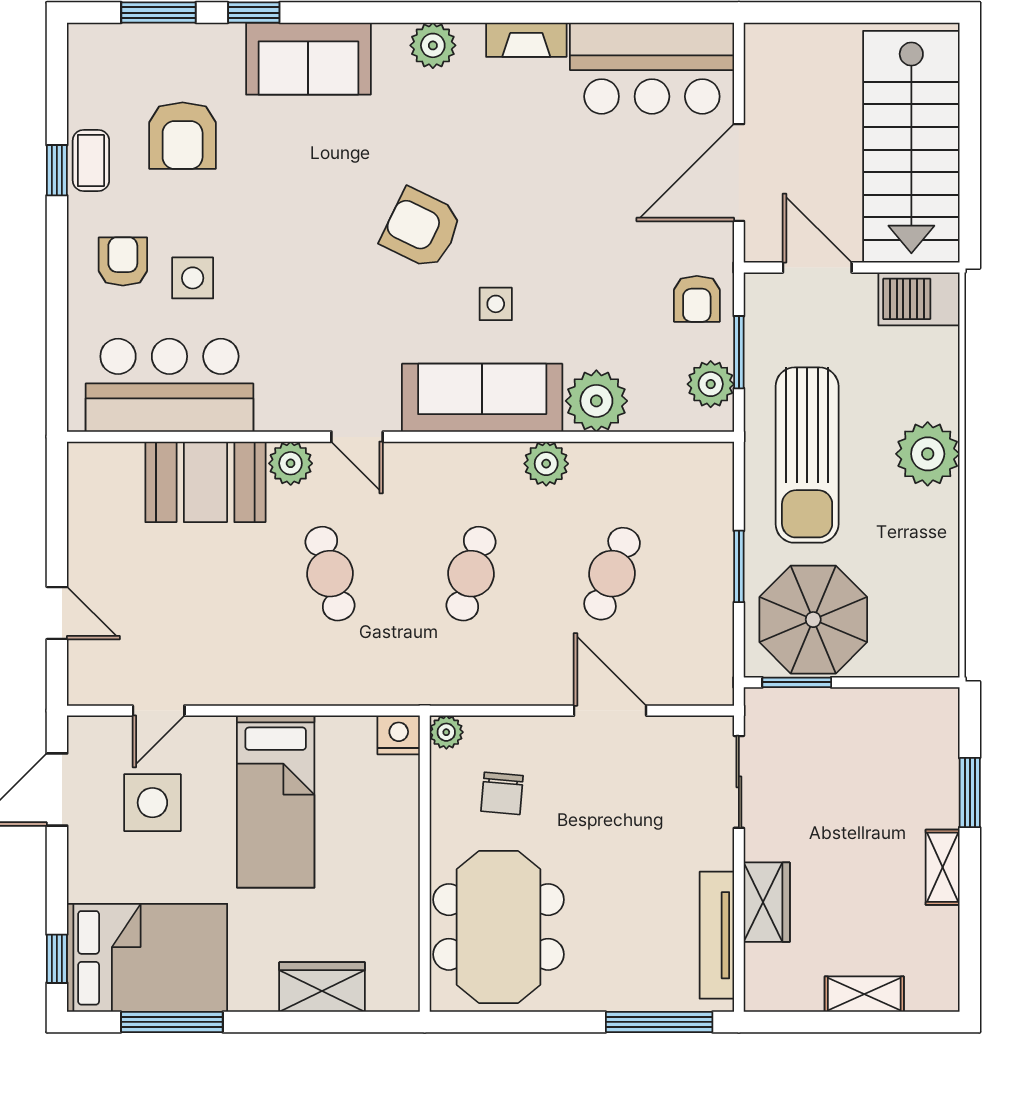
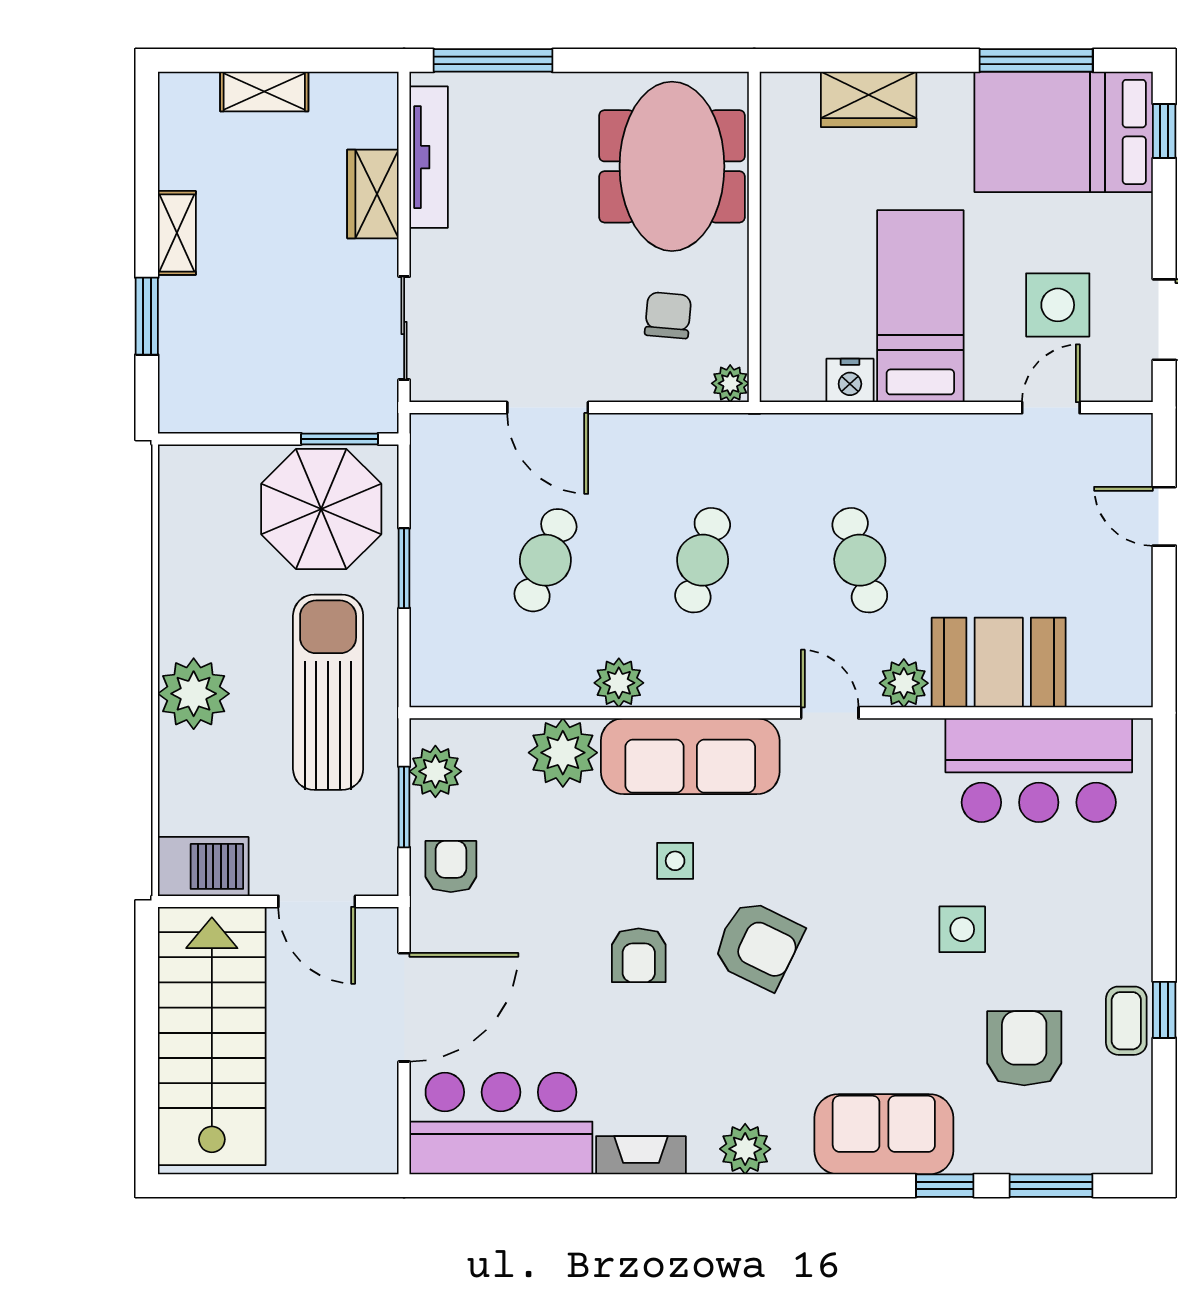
armchair: (123, 261) -> (639, 955), moved
side table: (193, 278) -> (962, 929), moved
nightstand: (399, 735) -> (850, 380), moved

